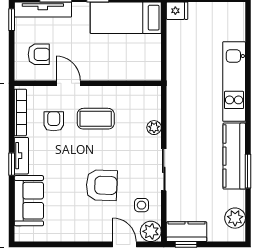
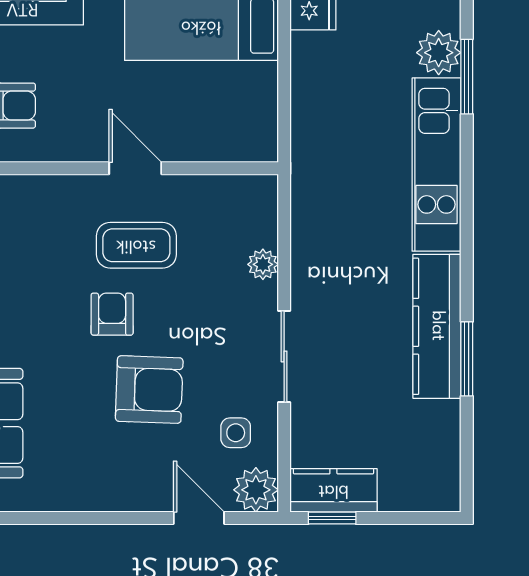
window: (248, 41) -> (467, 77), added
door: (68, 83) -> (135, 168), moved
armchair: (54, 121) -> (112, 314), moved
plant: (235, 218) -> (439, 53), moved

